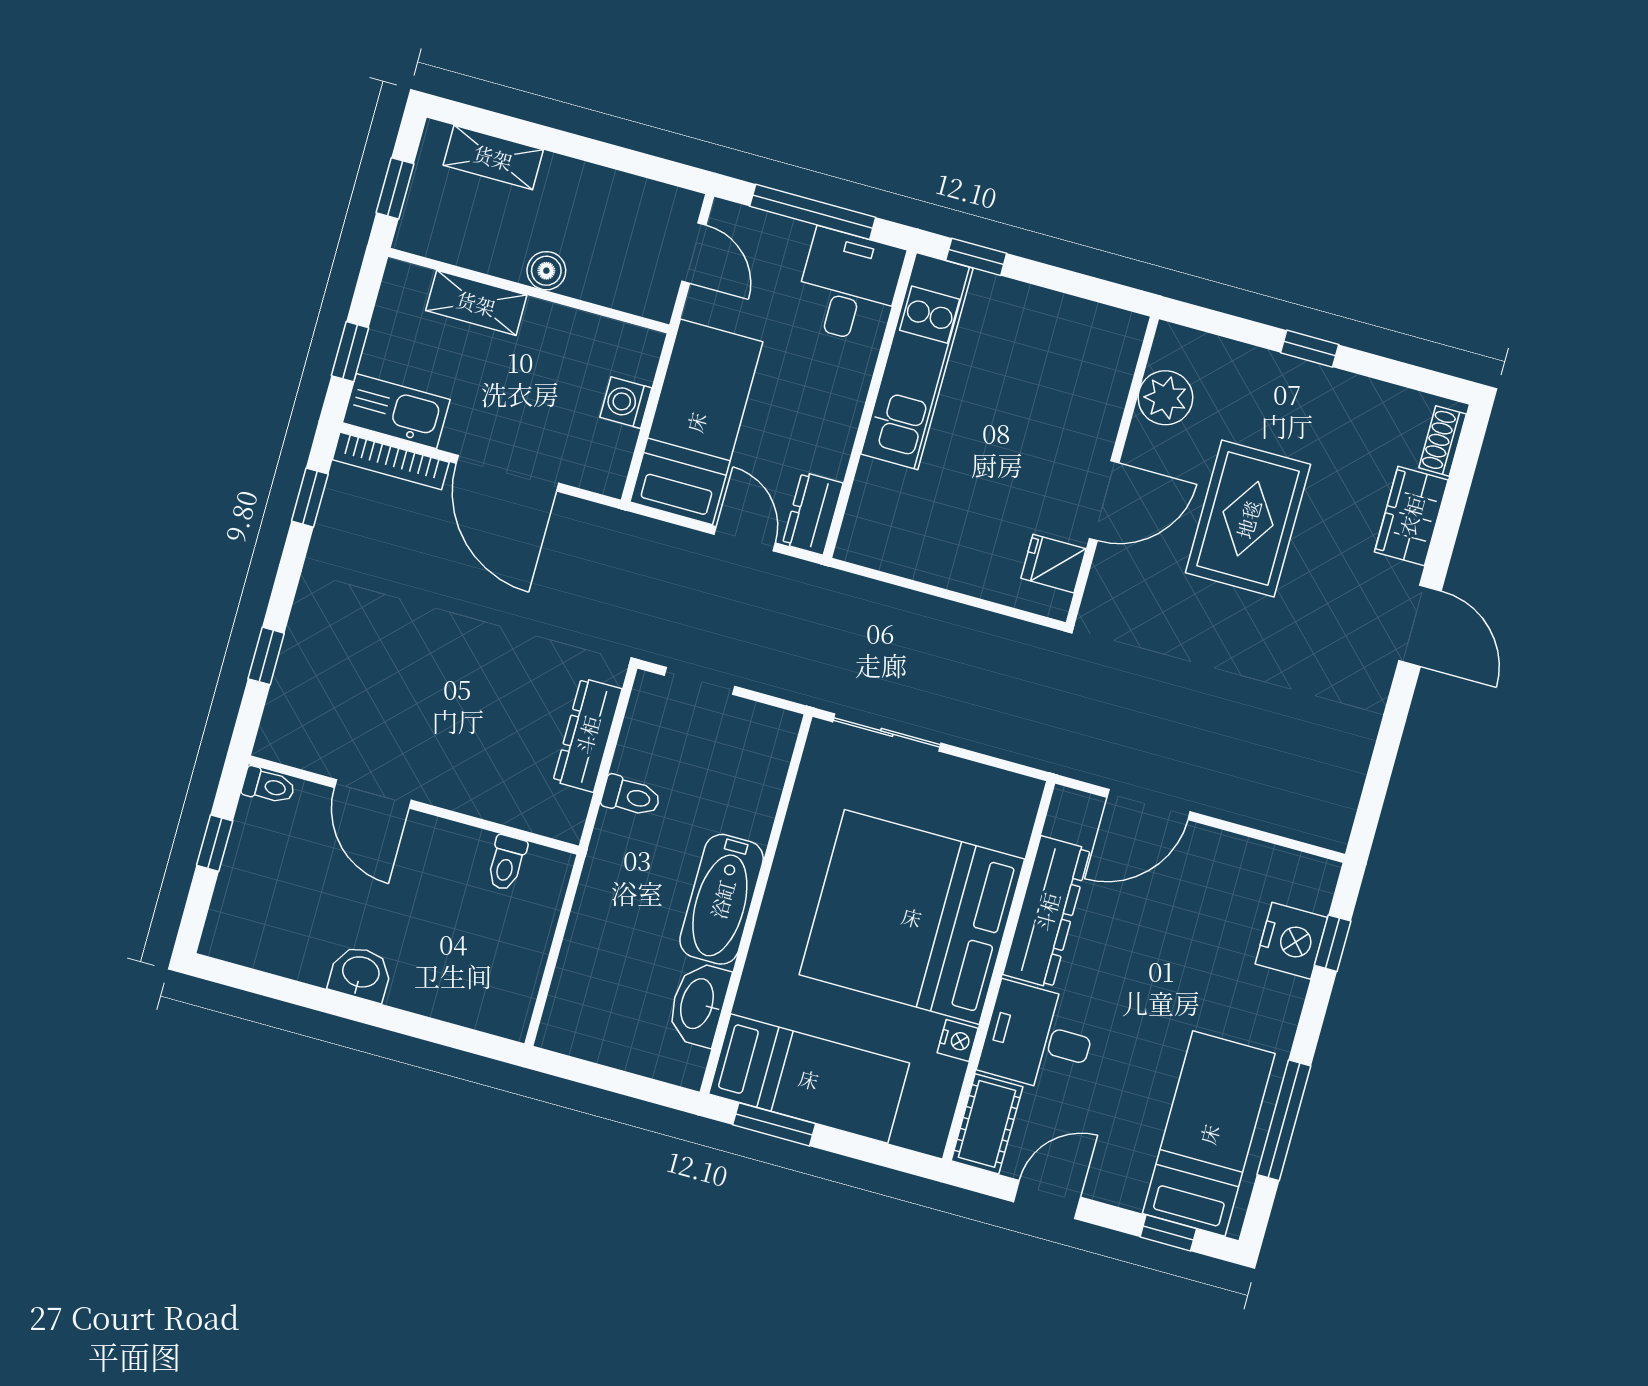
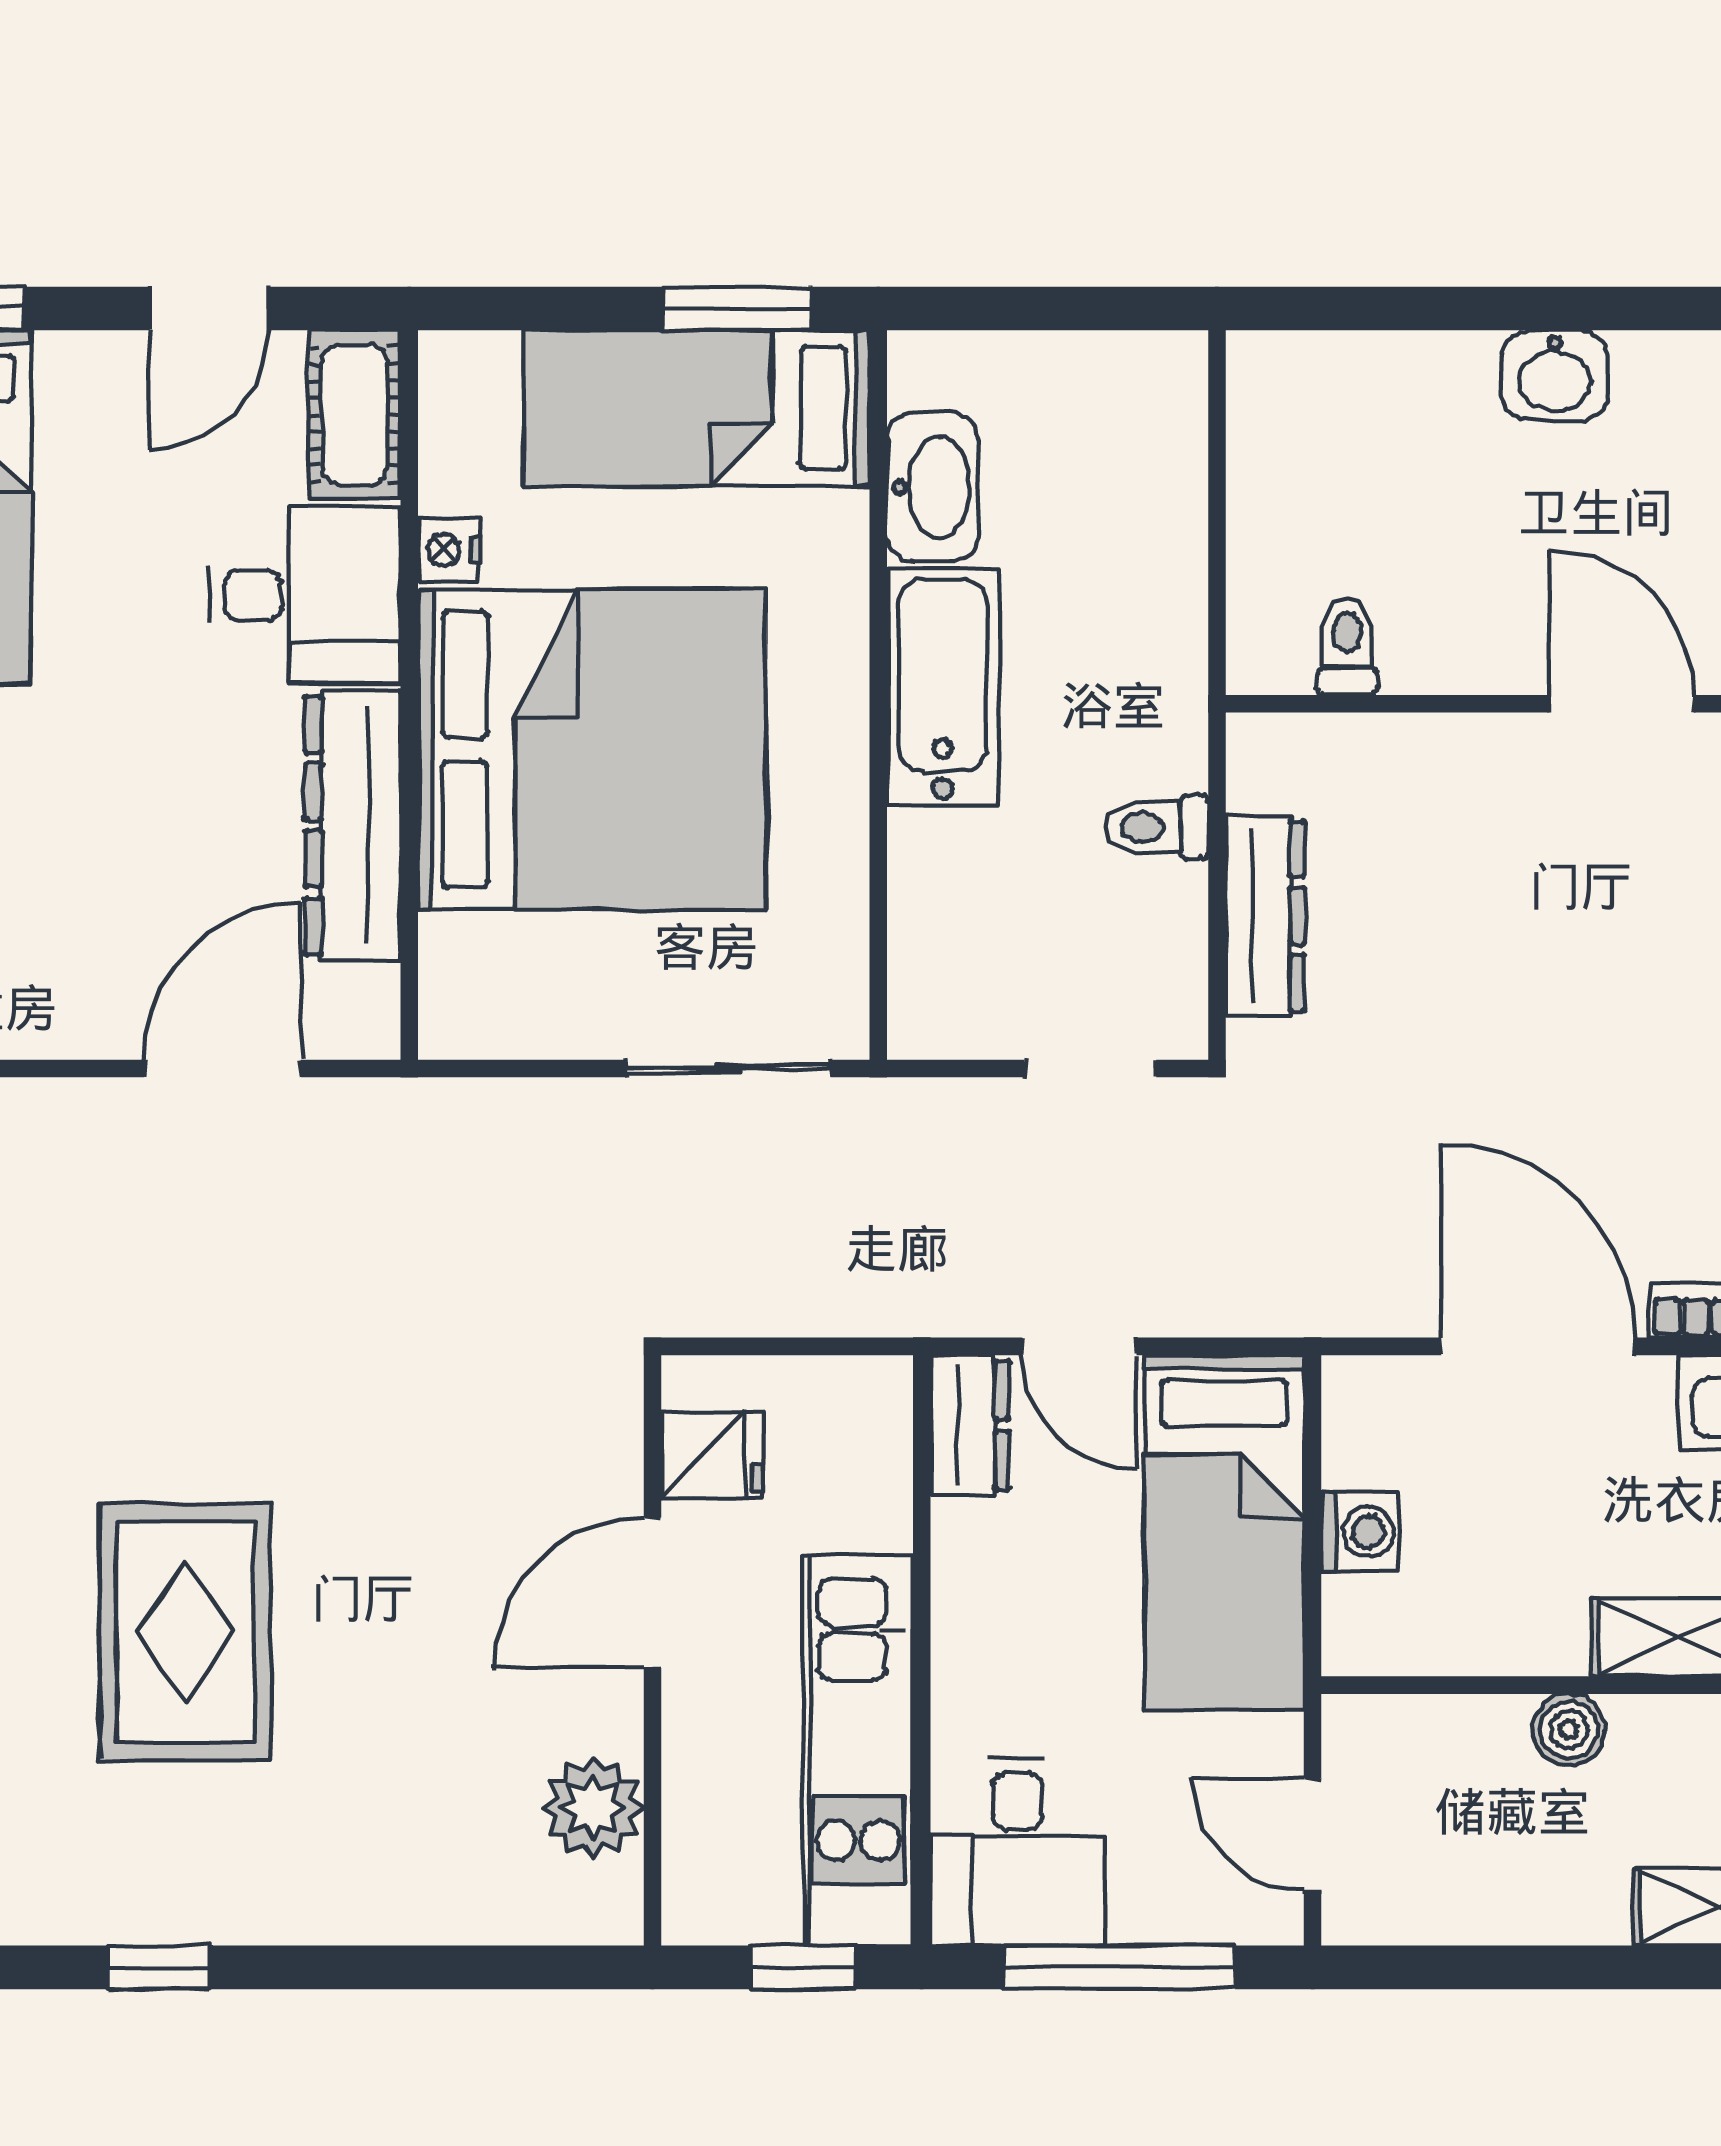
plant: (1165, 398) -> (593, 1808), moved
wall: (1112, 471) -> (652, 1650), moved
door: (1104, 501) -> (652, 1593), moved
fridge: (1053, 564) -> (712, 1454), moved

